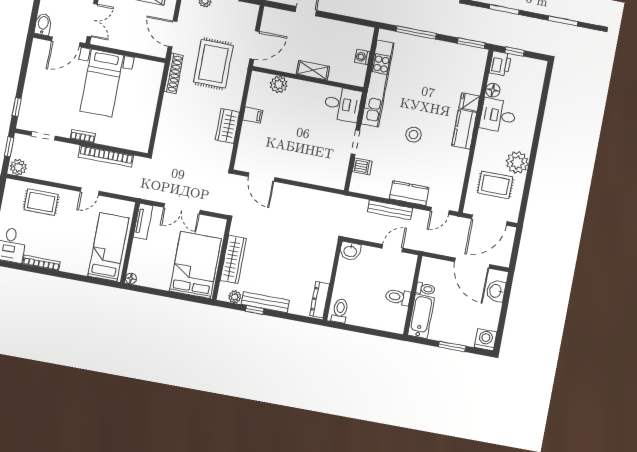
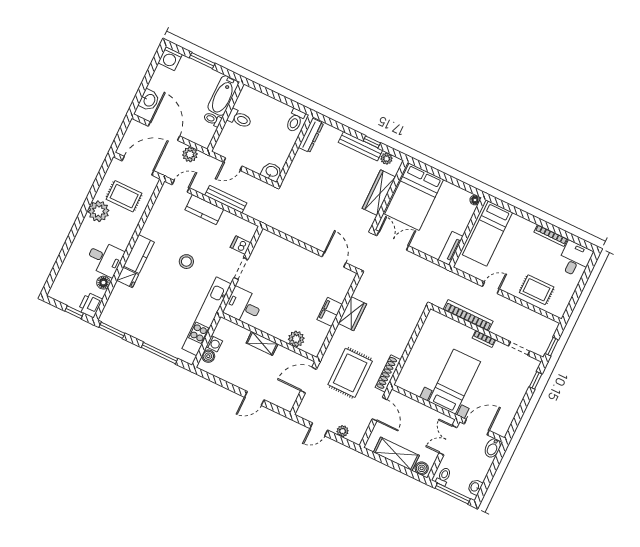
boiler: (365, 43) -> (208, 356), added
filing cabinet: (253, 115) -> (330, 312), width x2.00
plant: (18, 167) -> (190, 154), moved
double door: (182, 209) -> (393, 241), moved

